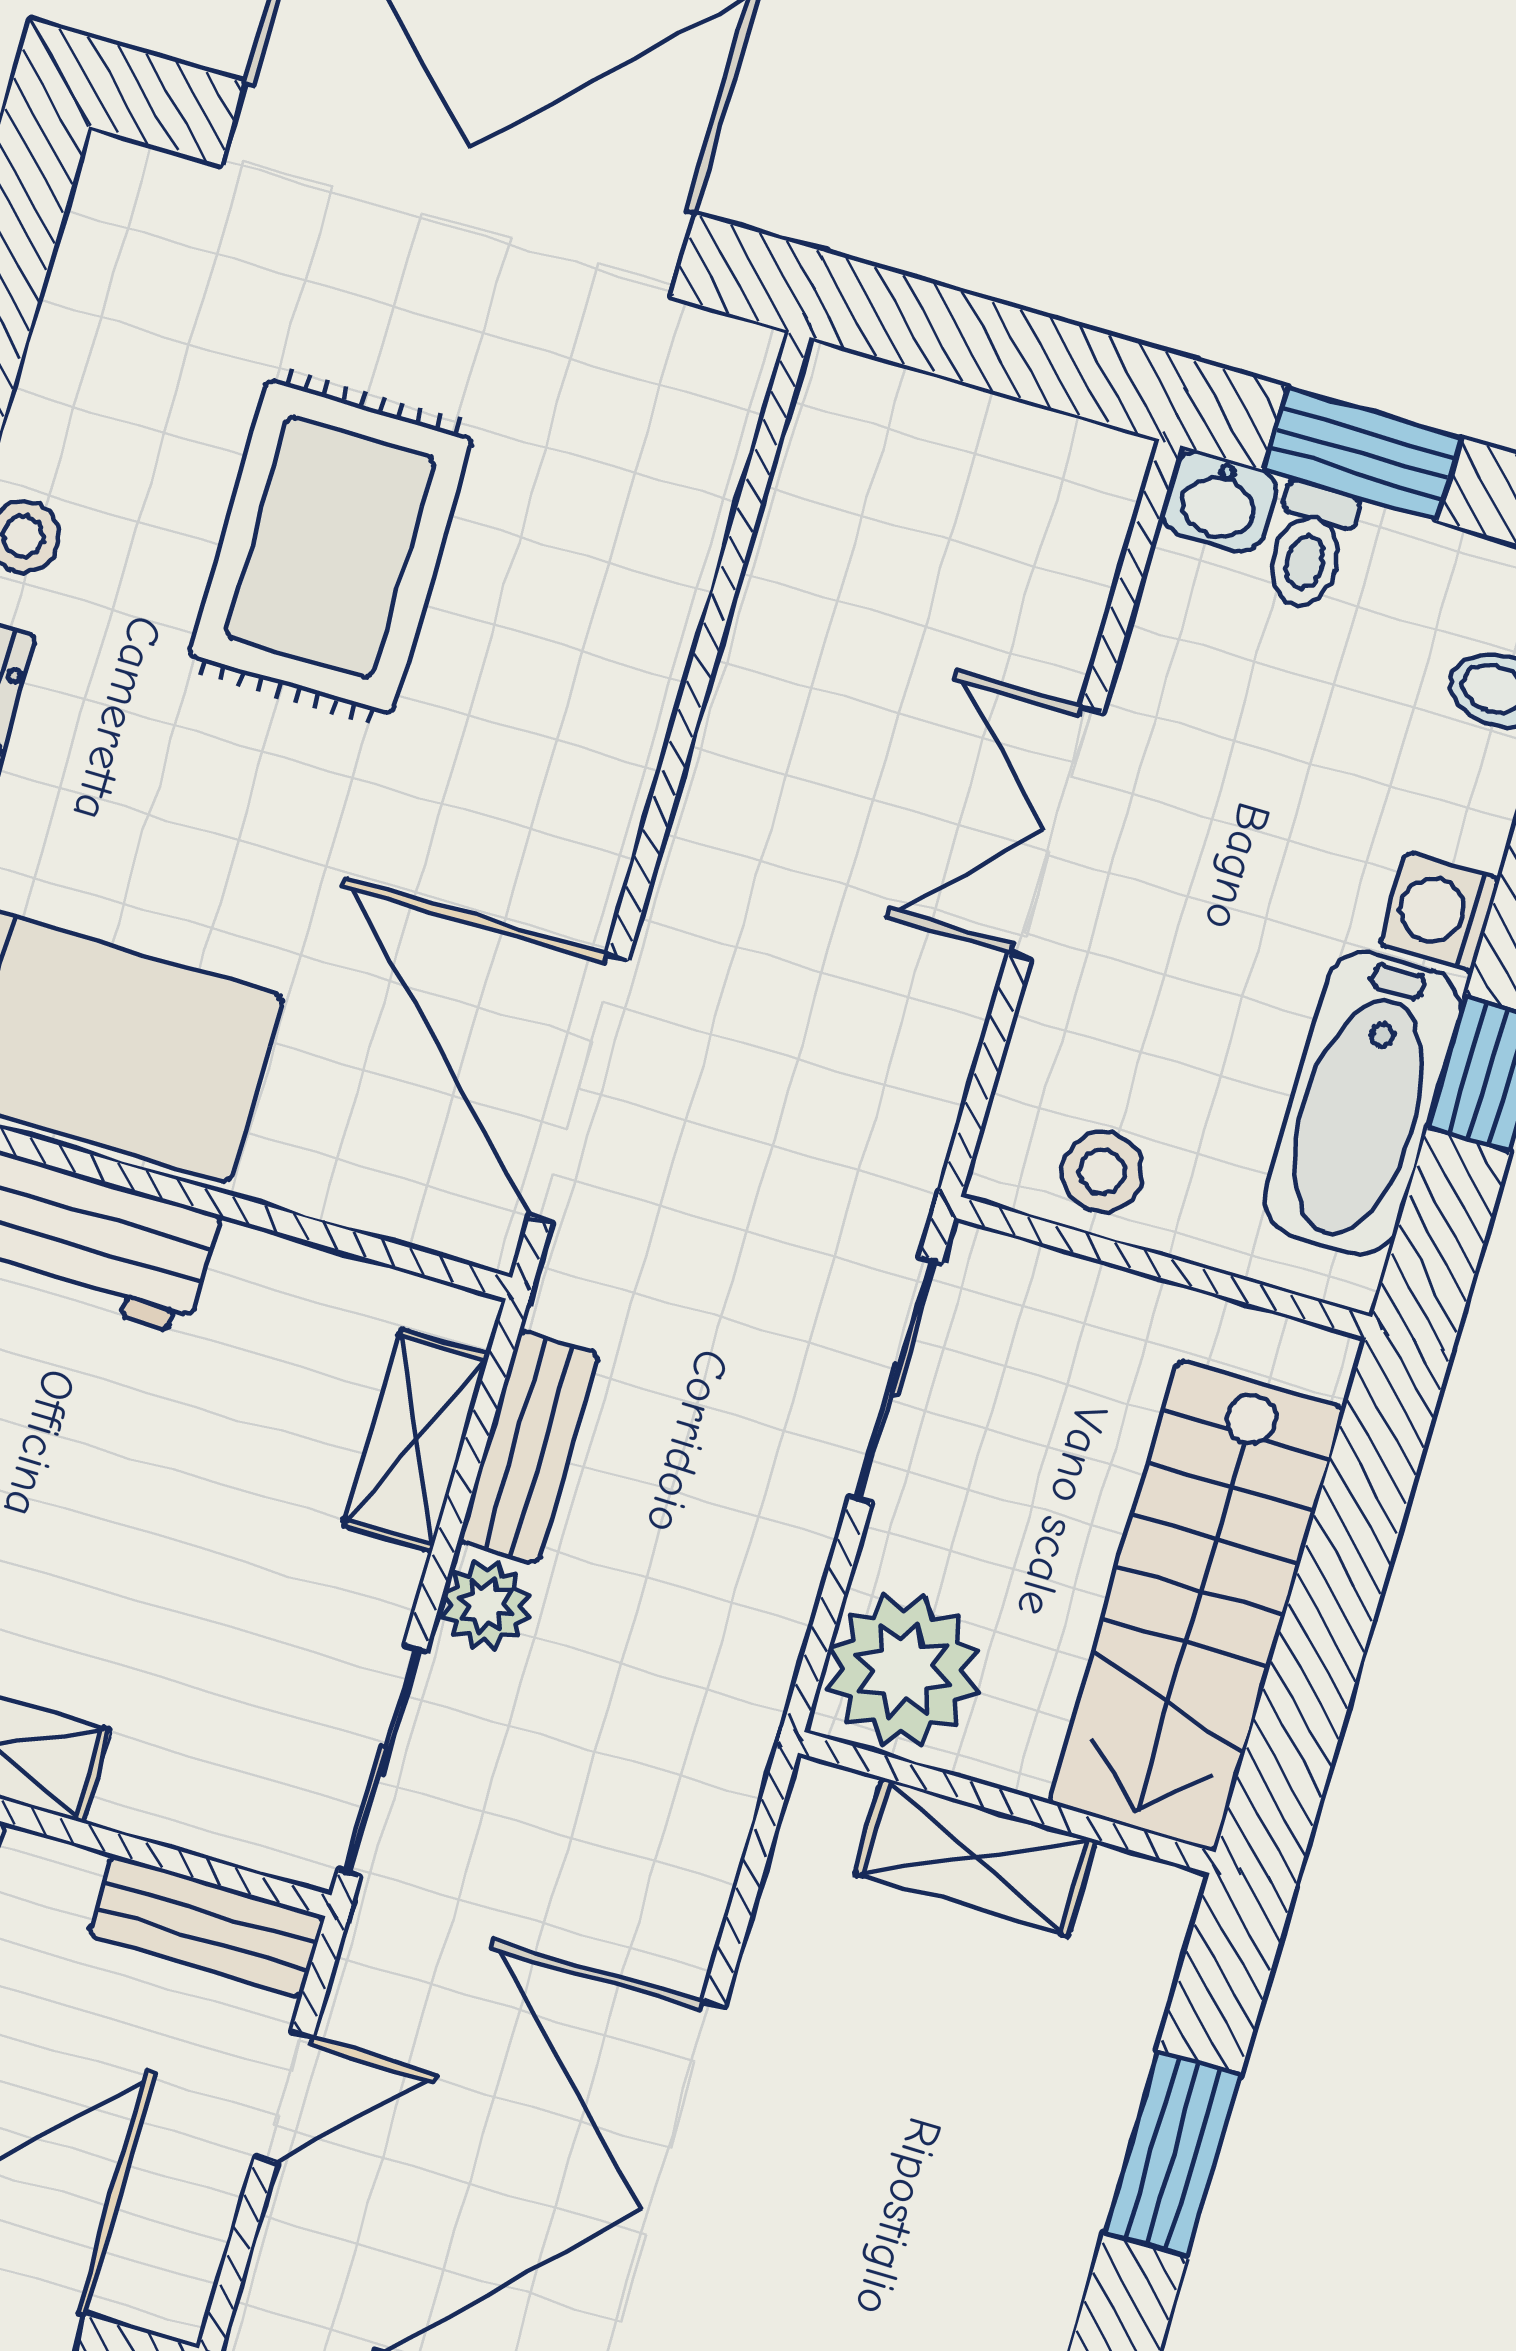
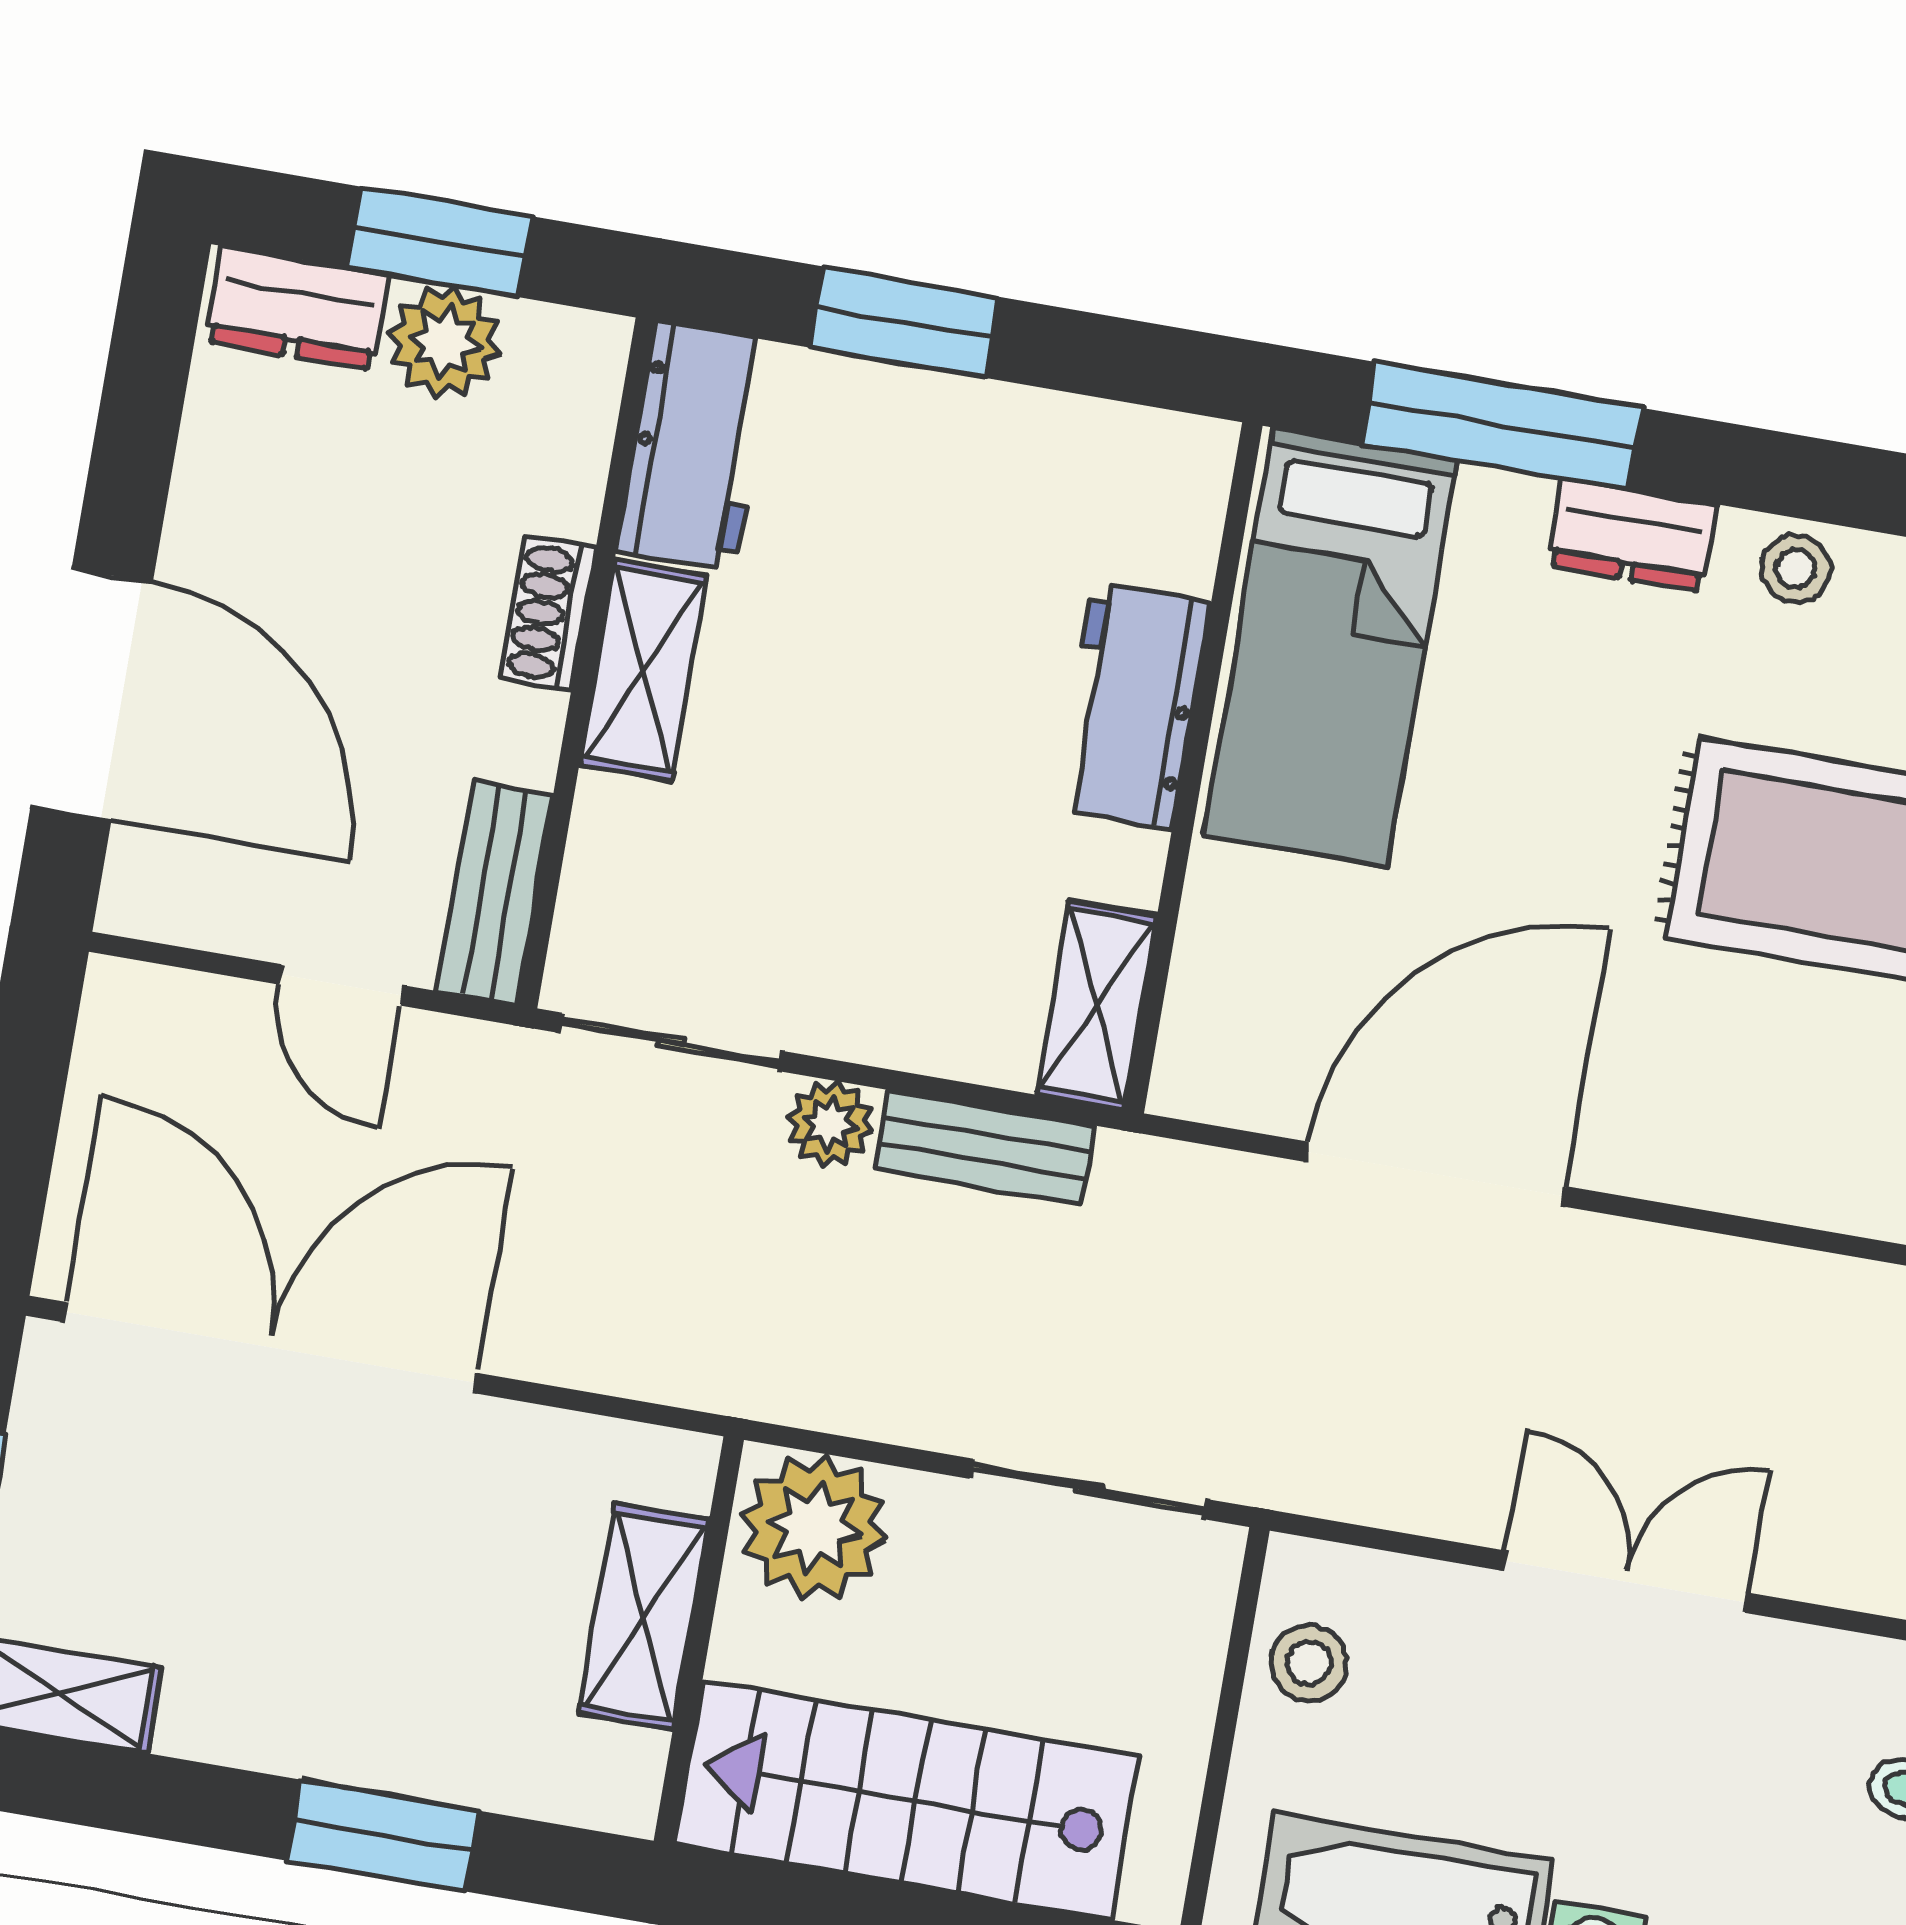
door: (579, 1088) -> (1435, 1174), moved
shelving: (416, 1440) -> (1097, 1005), moved, turned 90

